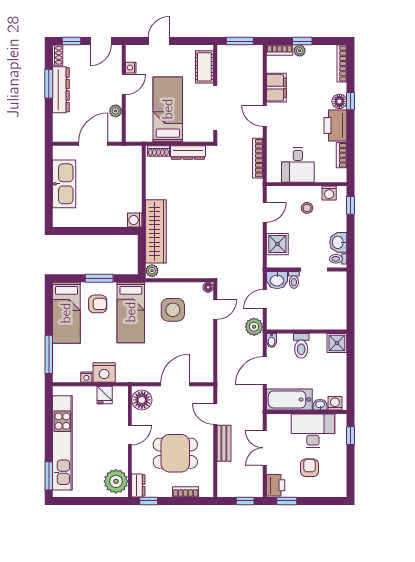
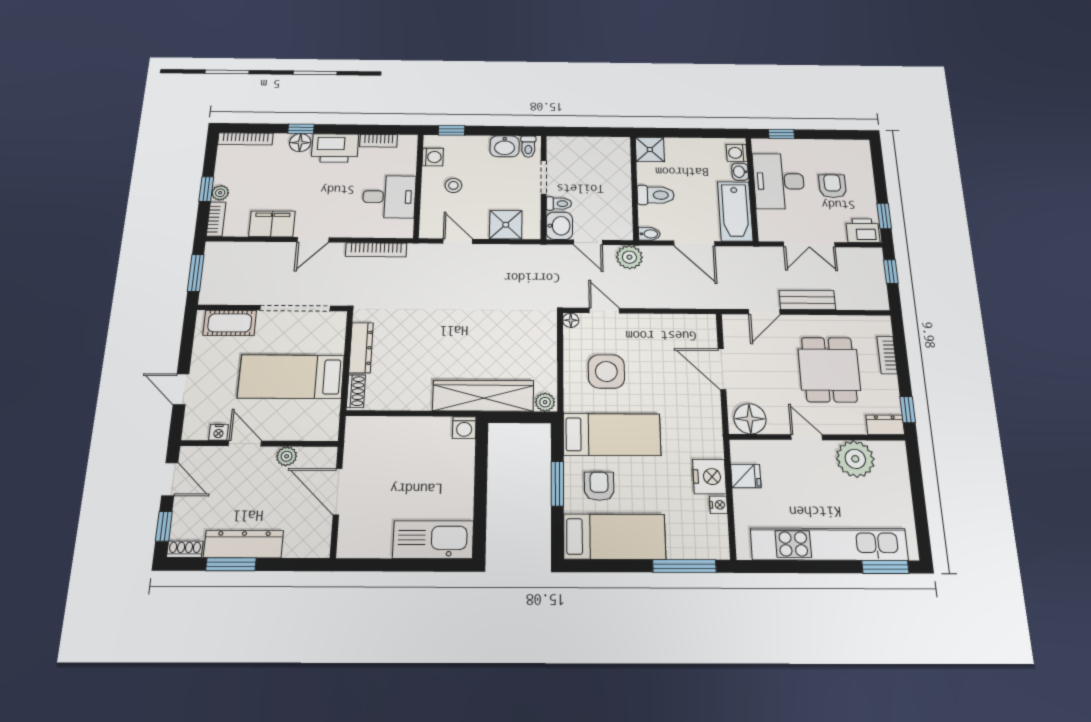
kitchen sink: (64, 184) -> (433, 540), moved
armchair: (310, 468) -> (832, 186), turned 90
plant: (116, 481) -> (855, 459), moved

